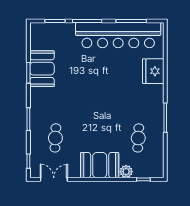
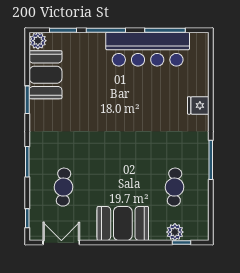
plant: (36, 29) -> (38, 41), added
bar counter: (118, 35) -> (148, 49), width x0.73
booth: (42, 69) -> (46, 75), moved
fridge: (153, 71) -> (198, 105), width x0.53, depth x0.75
plant: (126, 172) -> (175, 232), moved

